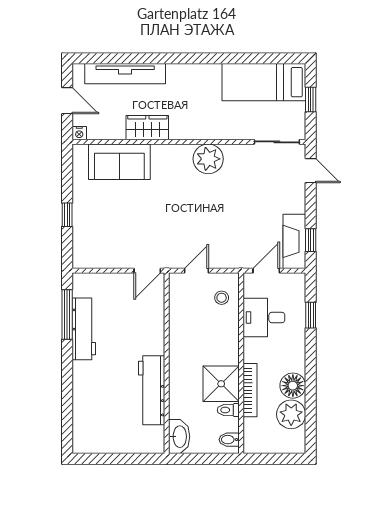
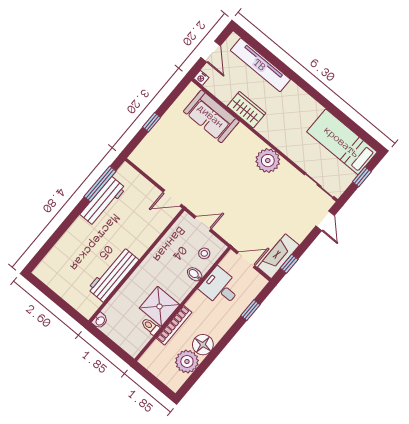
washbasin: (179, 437) -> (100, 321), width x0.52, depth x0.69
bidet: (229, 440) -> (195, 274), moved

